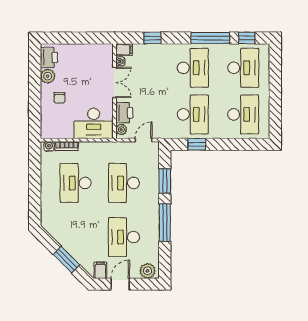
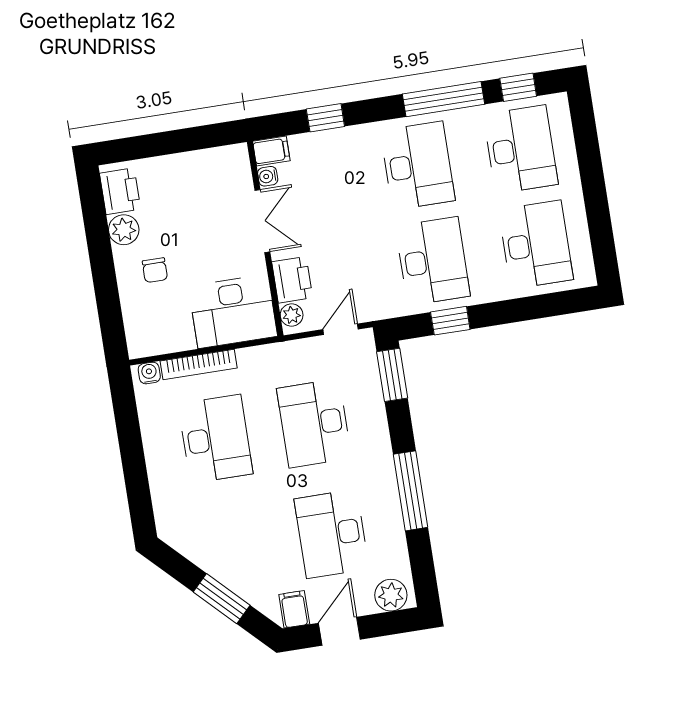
bookcase: (67, 146) -> (199, 364), width x1.56
window: (165, 181) -> (392, 375), moved
desk: (76, 183) -> (215, 439), turned 180

